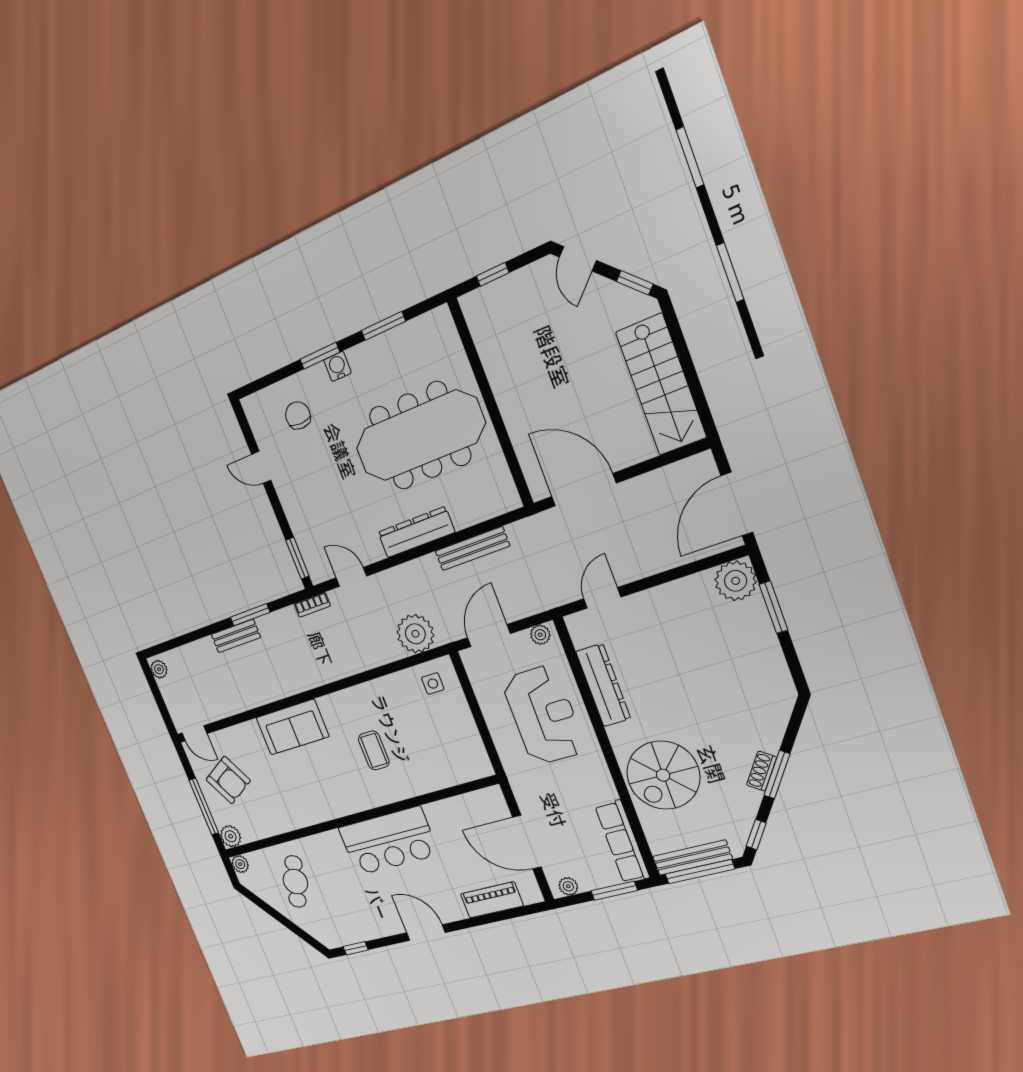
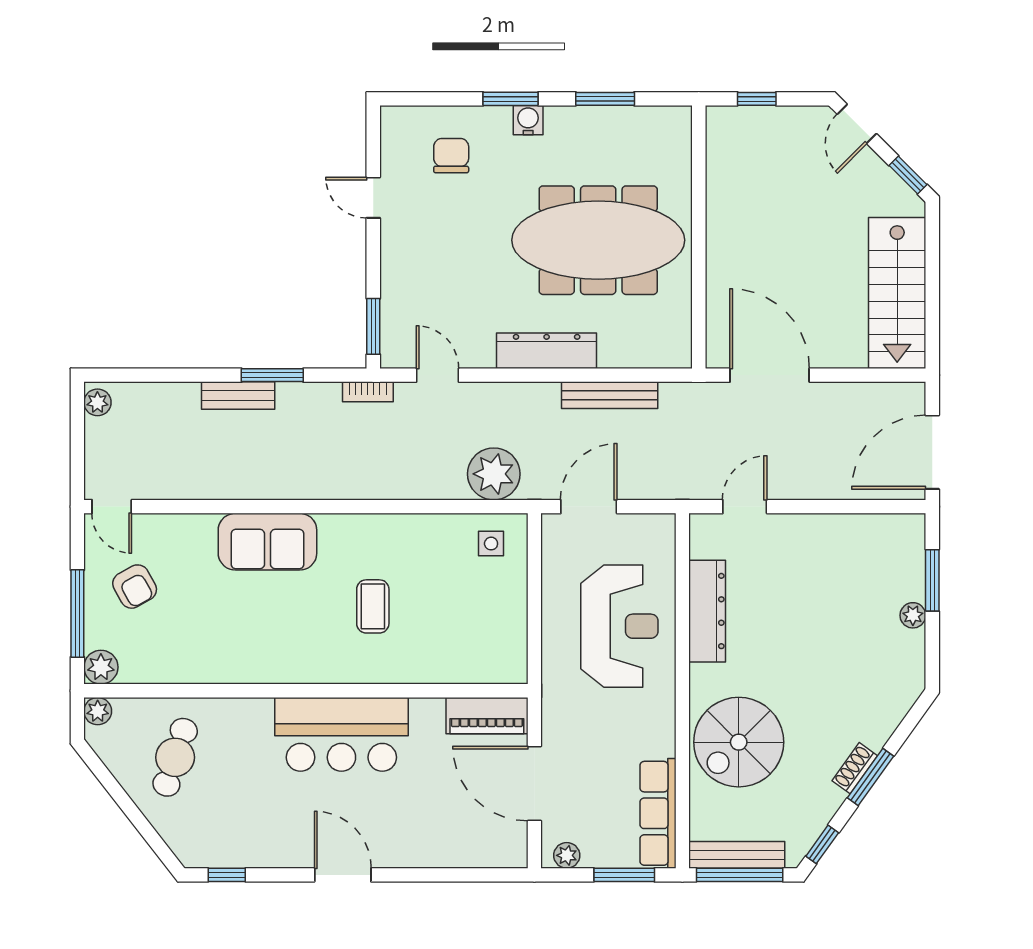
plant: (736, 581) -> (913, 615), moved, width x0.53, depth x0.53
plant: (540, 635) -> (654, 526), removed
armchair: (228, 780) -> (135, 587), width x0.72, depth x0.72
piano: (492, 900) -> (487, 716), moved, turned 180

